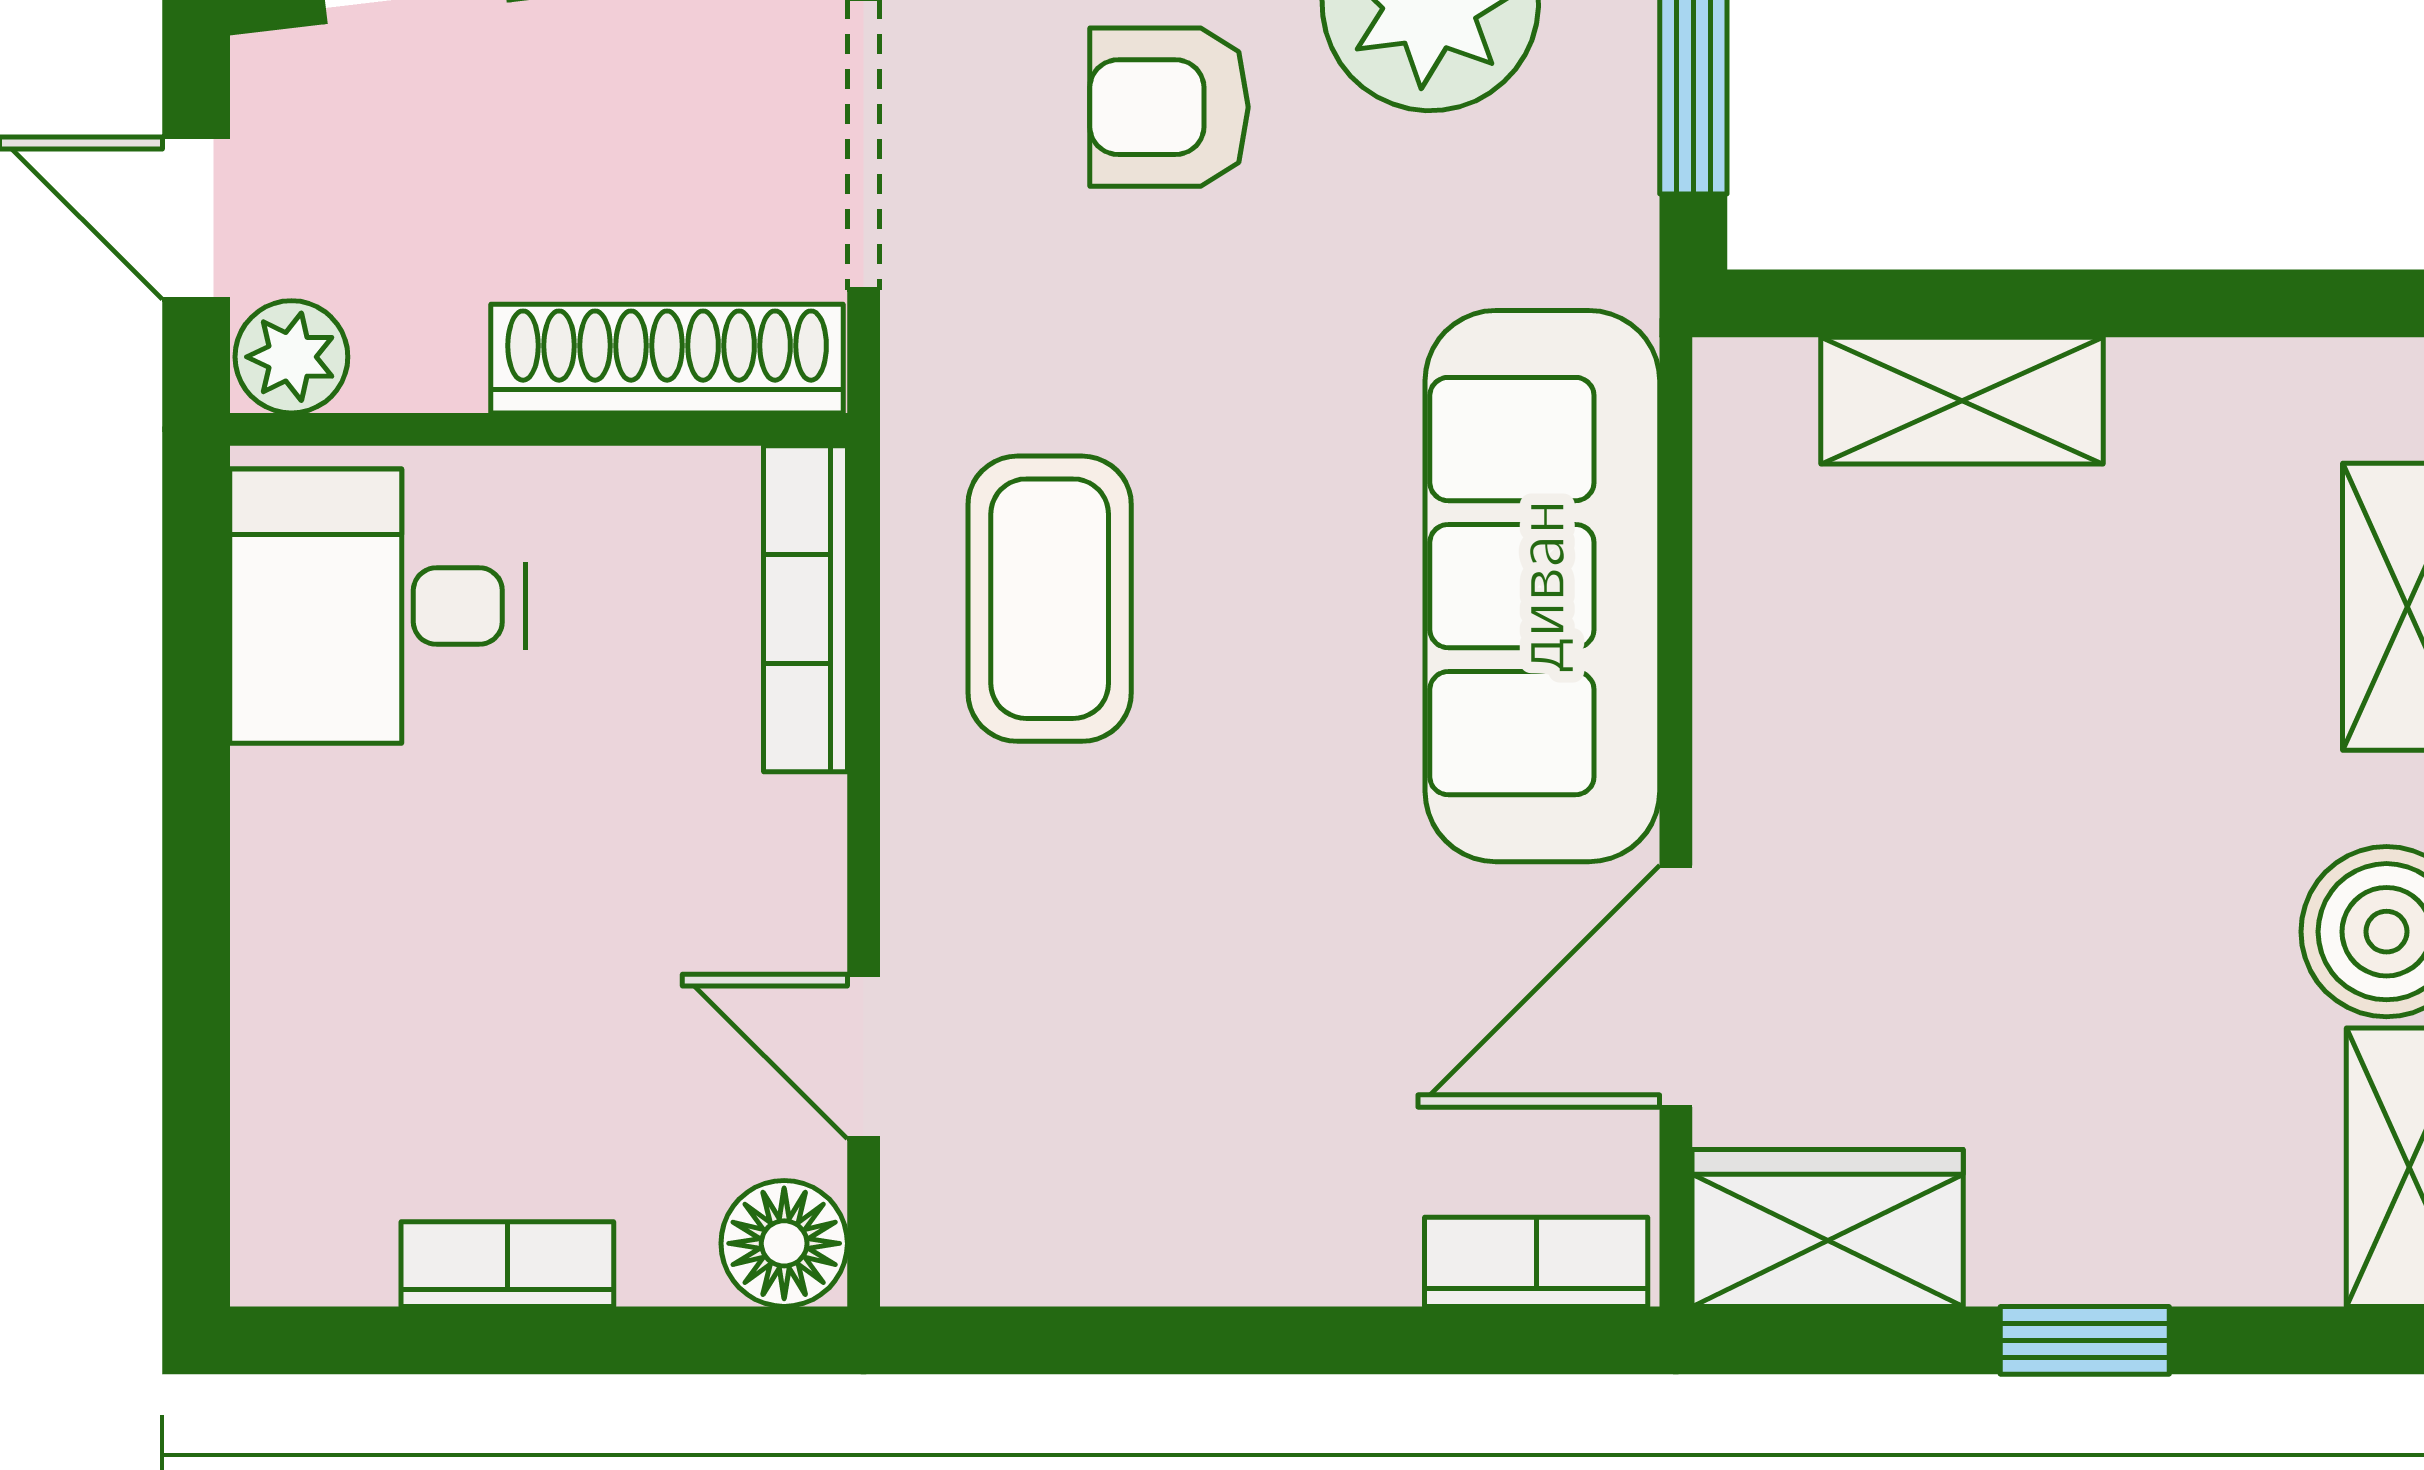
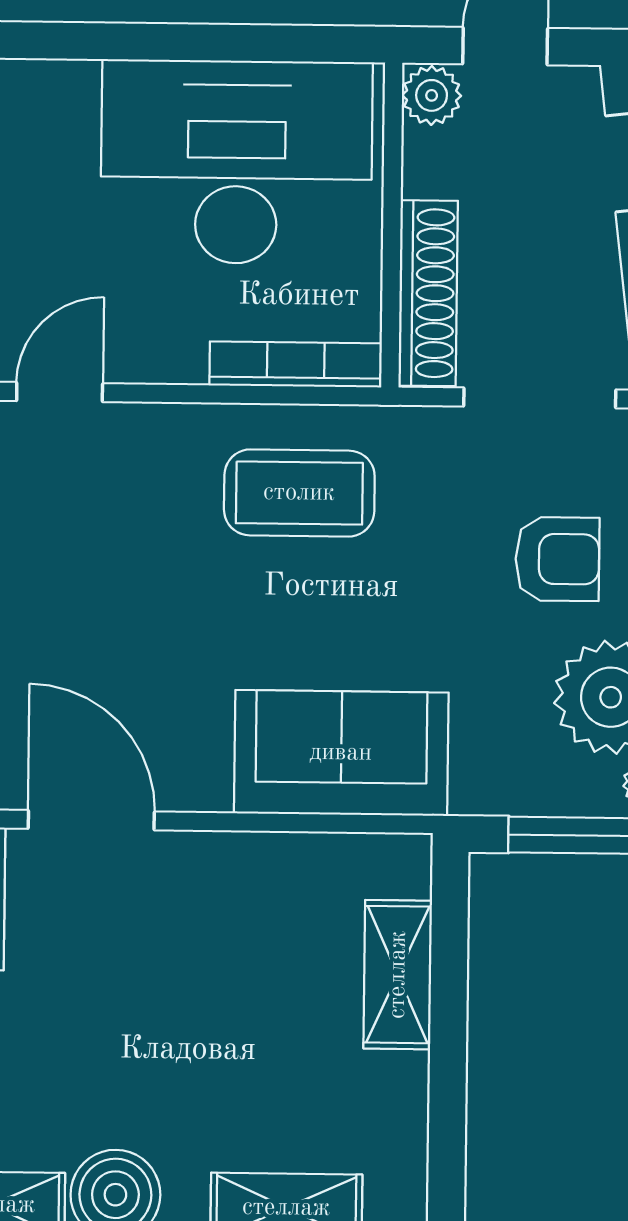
armchair: (1169, 107) -> (557, 559), turned 90
sofa: (1542, 586) -> (341, 753), width x0.73
desk: (378, 606) -> (236, 162), width x1.87, depth x1.30

